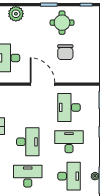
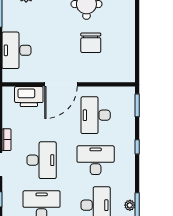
door: (43, 84) -> (61, 84), swing flipped
printer: (18, 93) -> (29, 97), added

